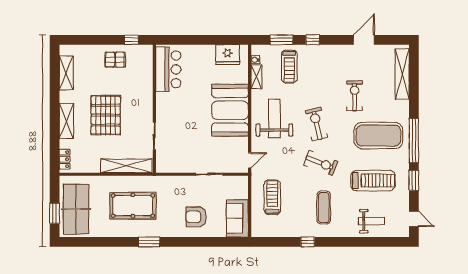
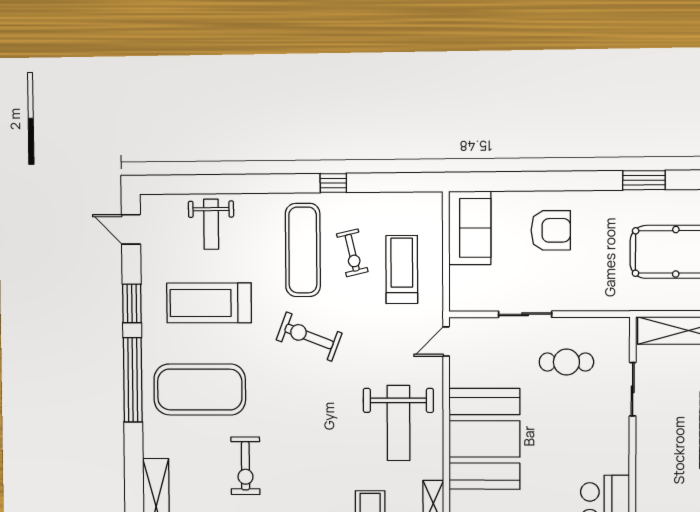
exercise bike: (316, 124) -> (352, 253), moved, width x0.73, depth x0.72
cafe table: (188, 150) -> (566, 362), added
treadmill: (272, 197) -> (402, 270), turned 180
exercise mat: (324, 208) -> (303, 250), width x1.36, depth x1.45
weight bench: (372, 221) -> (211, 224), turned -90

